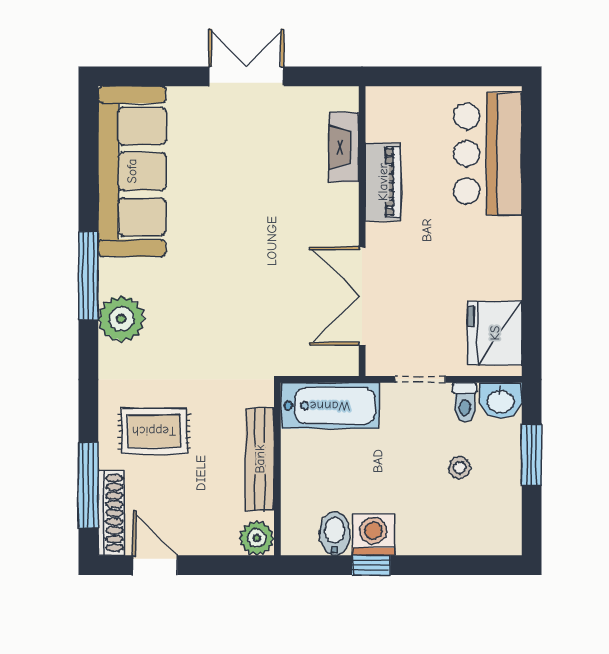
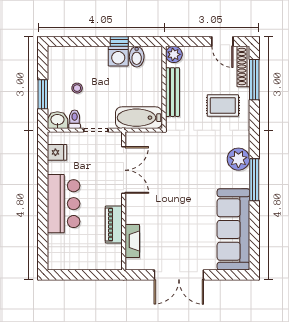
double door: (246, 76) -> (179, 275), width x1.37
bar counter: (488, 154) -> (64, 204), moved
fridge: (495, 333) -> (57, 152), width x0.53, depth x0.75

